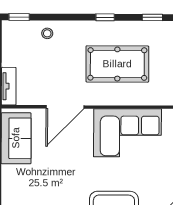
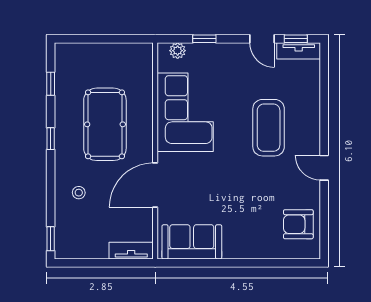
stool: (47, 33) -> (79, 193), moved
door: (65, 107) -> (155, 185), swing flipped

